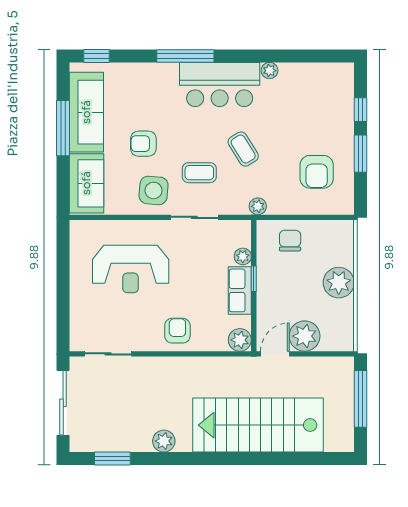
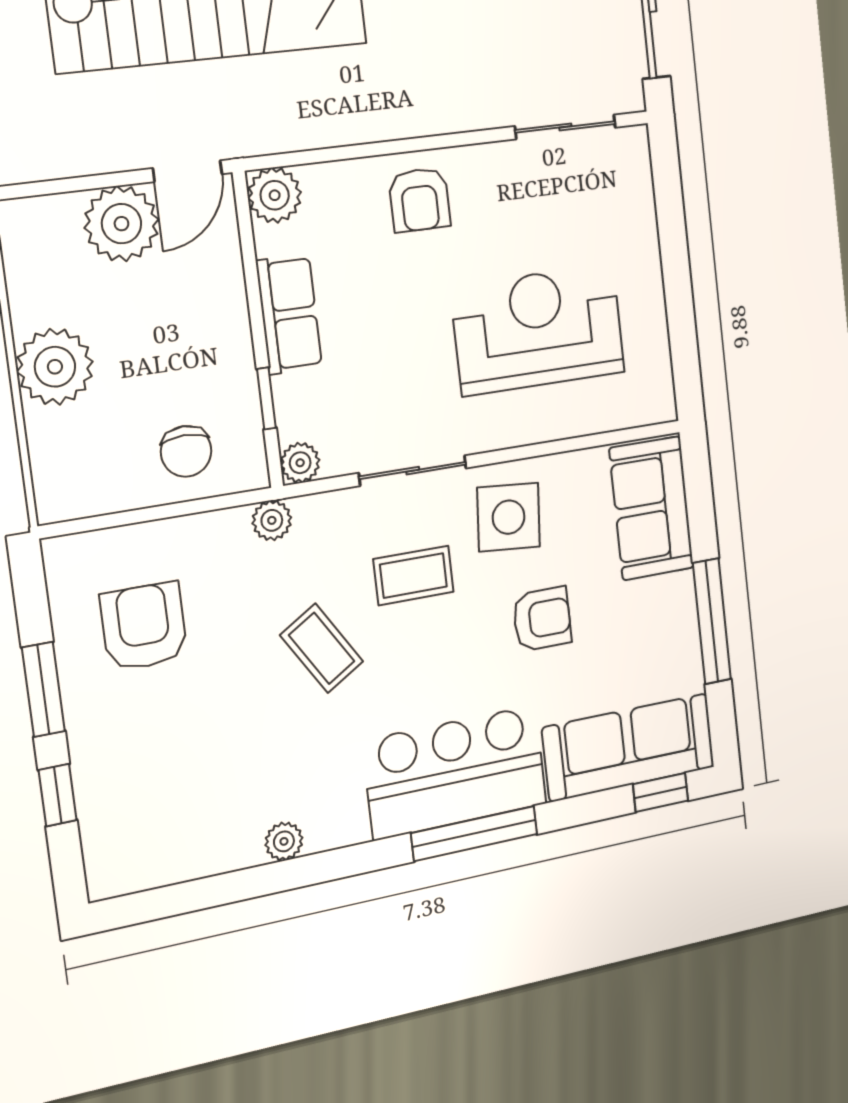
bar counter: (220, 84) -> (455, 772), moved
sofa: (86, 112) -> (629, 747), moved, turned 90
plant: (243, 256) -> (300, 463), moved
window: (254, 279) -> (266, 398), moved

